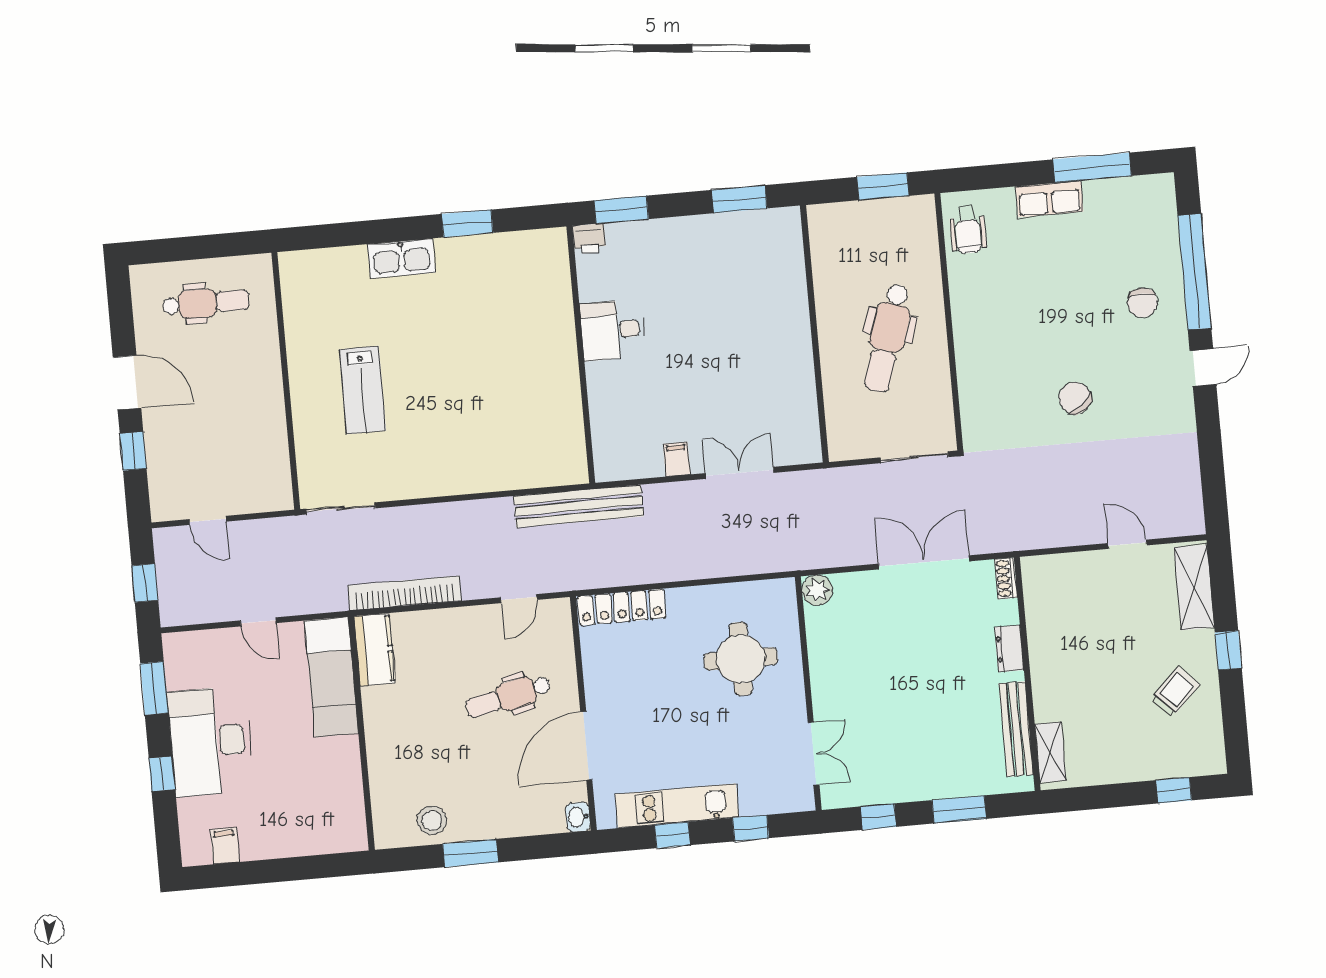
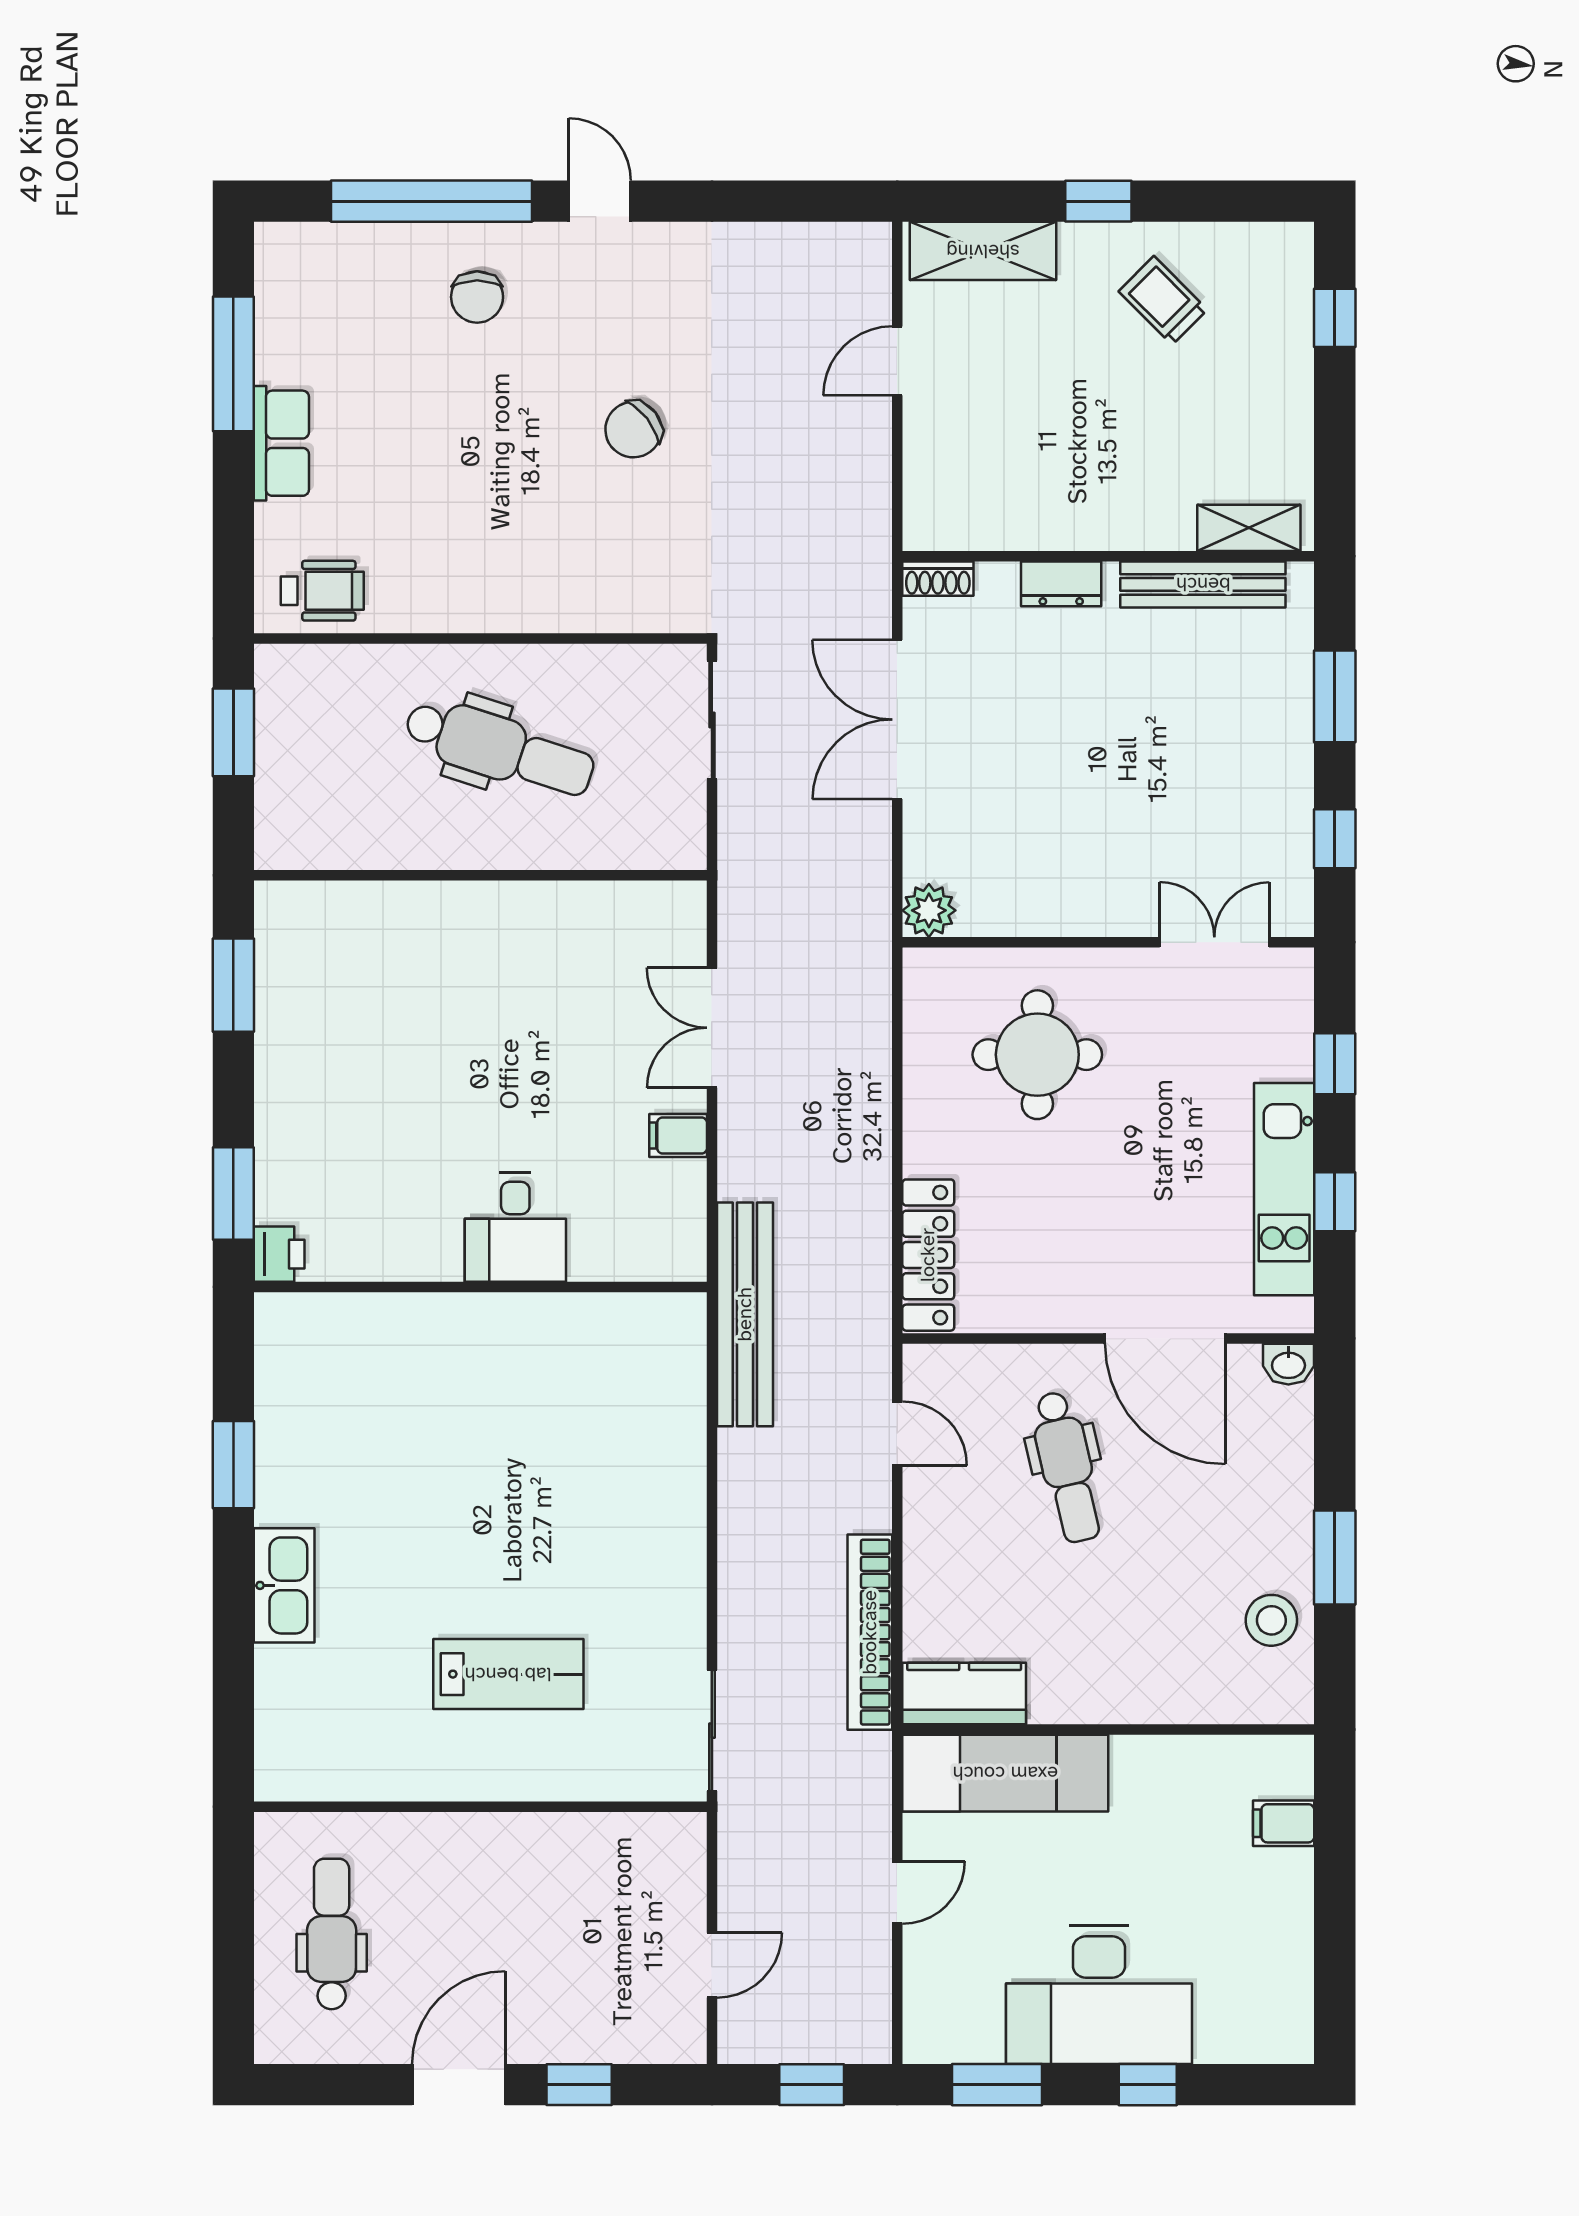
chair: (1142, 303) -> (477, 297), turned 90
desk: (613, 330) -> (515, 1227), moved
filing cabinet: (225, 846) -> (1284, 1823), moved

